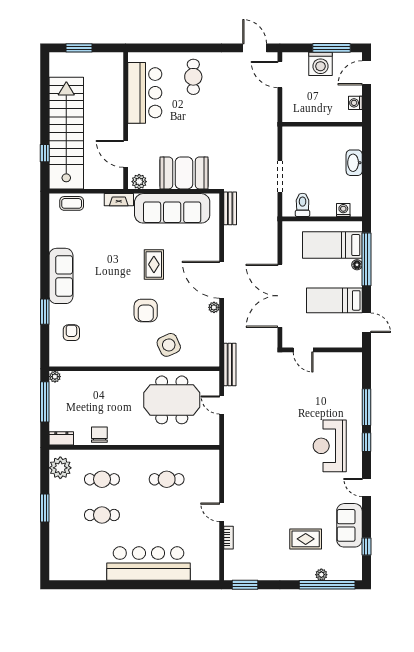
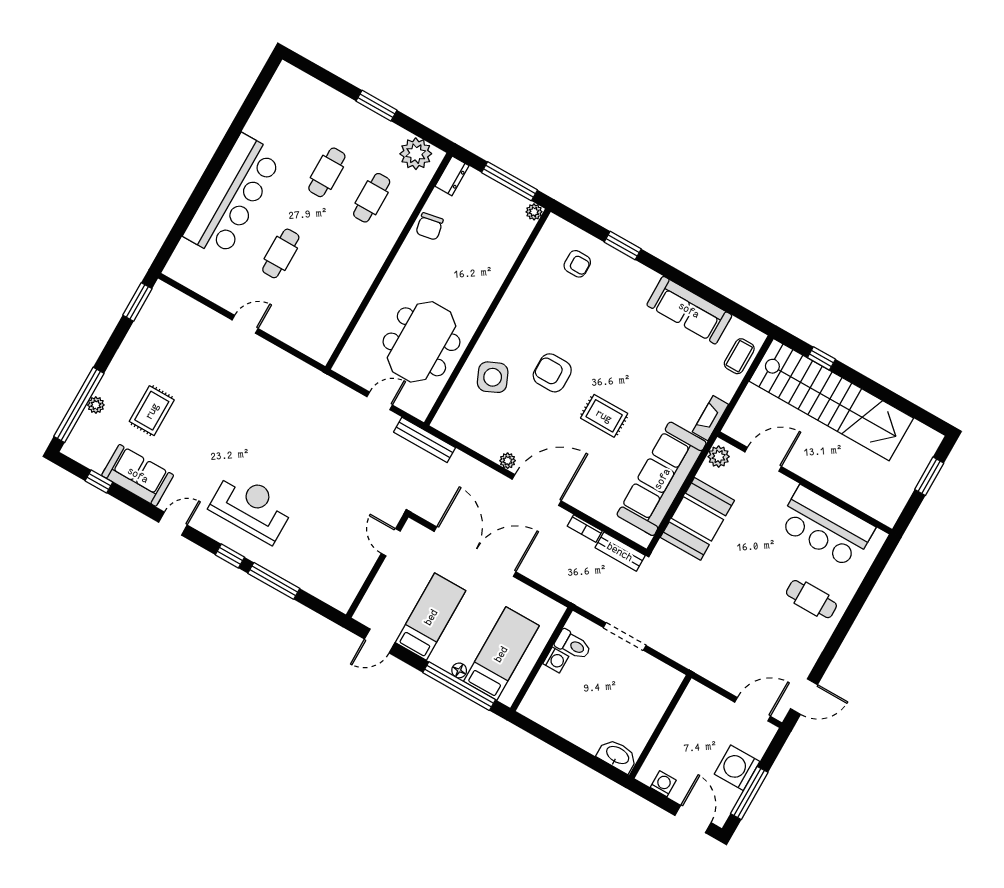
washbasin: (354, 163) -> (617, 756), moved
washing machine: (343, 210) -> (556, 660), moved
sofa: (61, 276) -> (689, 310), moved
door: (303, 350) -> (391, 542), hinge flipped
chair: (99, 435) -> (430, 226), turned 79
cafe table: (167, 479) -> (281, 253), moved
bookcase: (228, 538) -> (585, 529), moved

